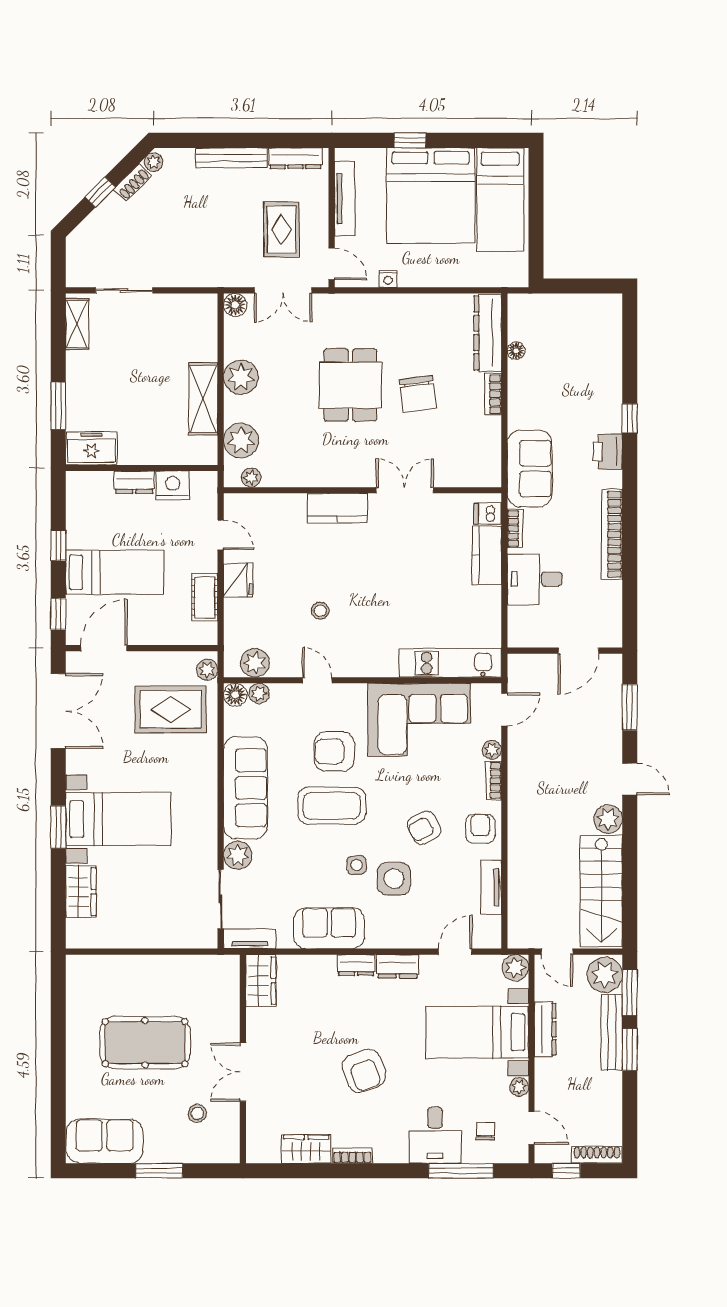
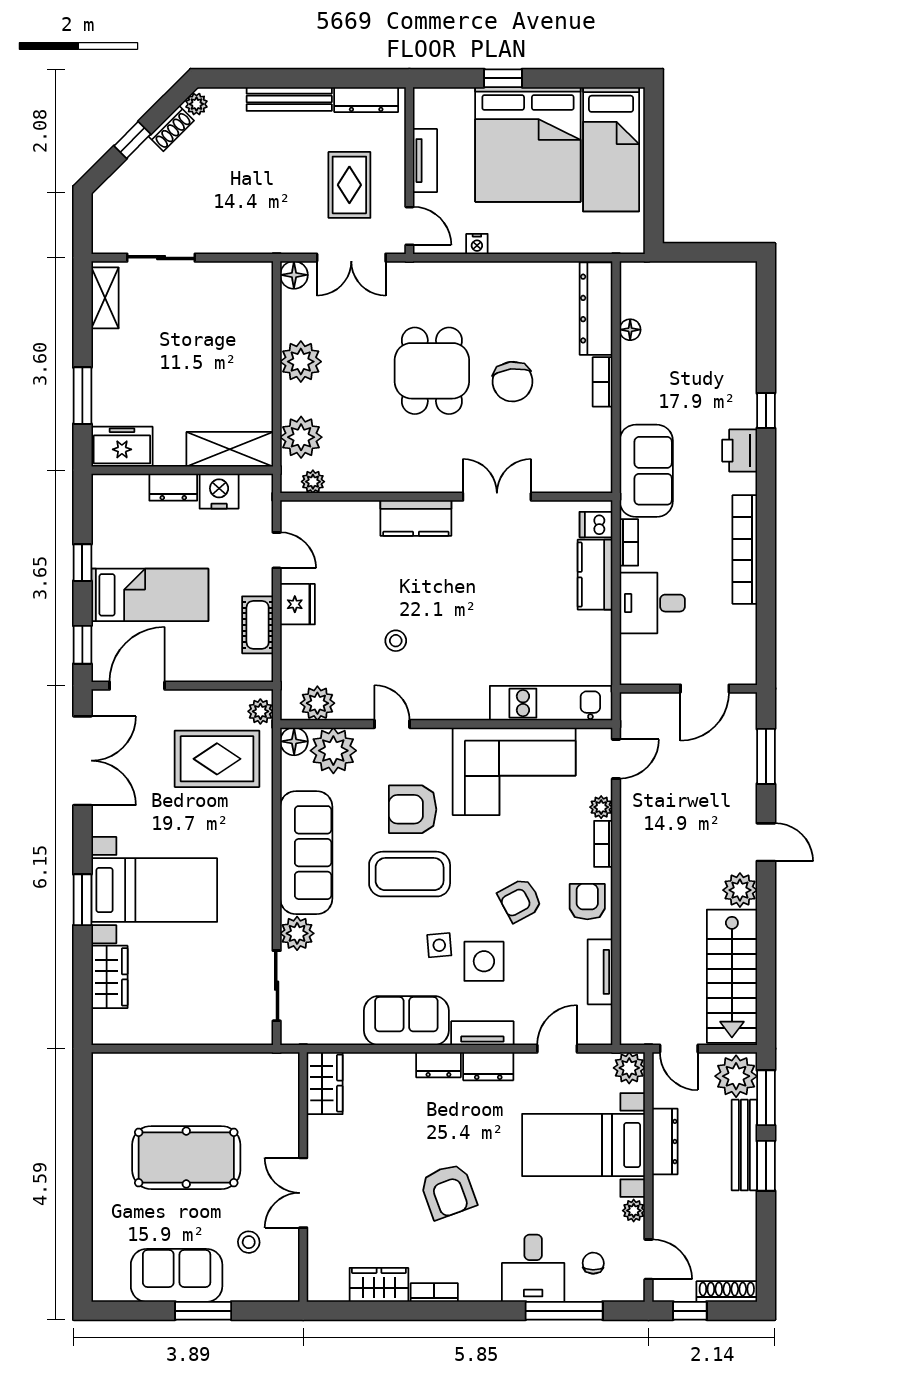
tv unit: (345, 198) -> (425, 161), width x0.71
shelving: (203, 399) -> (230, 449), moved, turned 90
plant: (259, 693) -> (333, 751), width x1.88, depth x1.88
tv unit: (250, 939) -> (482, 1033), moved
sofa: (105, 1141) -> (177, 1275), moved

